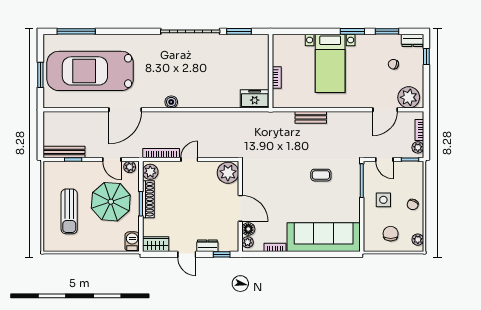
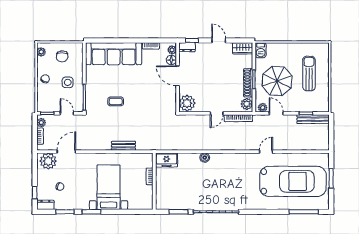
boiler: (171, 102) -> (205, 158), moved
door: (125, 110) -> (266, 152), width x0.53
dresser: (207, 246) -> (187, 47), moved

